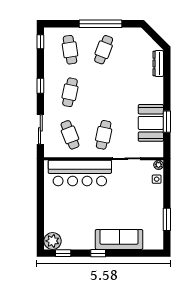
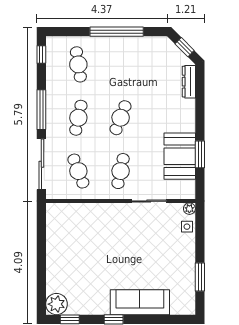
window: (155, 36) -> (185, 47), added
cafe table: (104, 50) -> (121, 118), moved
window: (40, 86) -> (41, 110), width x2.17
sliding door: (40, 129) -> (41, 164), width x1.37
bar counter: (80, 173) -> (91, 219), removed

